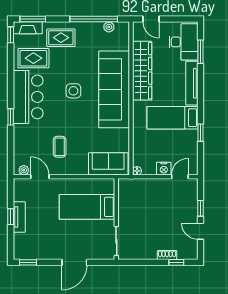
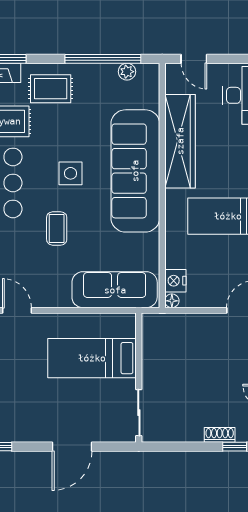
coffee table: (60, 147) -> (57, 228), moved
sofa: (108, 164) -> (115, 290), width x1.36
nightstand: (164, 169) -> (175, 281), moved, turned 90

